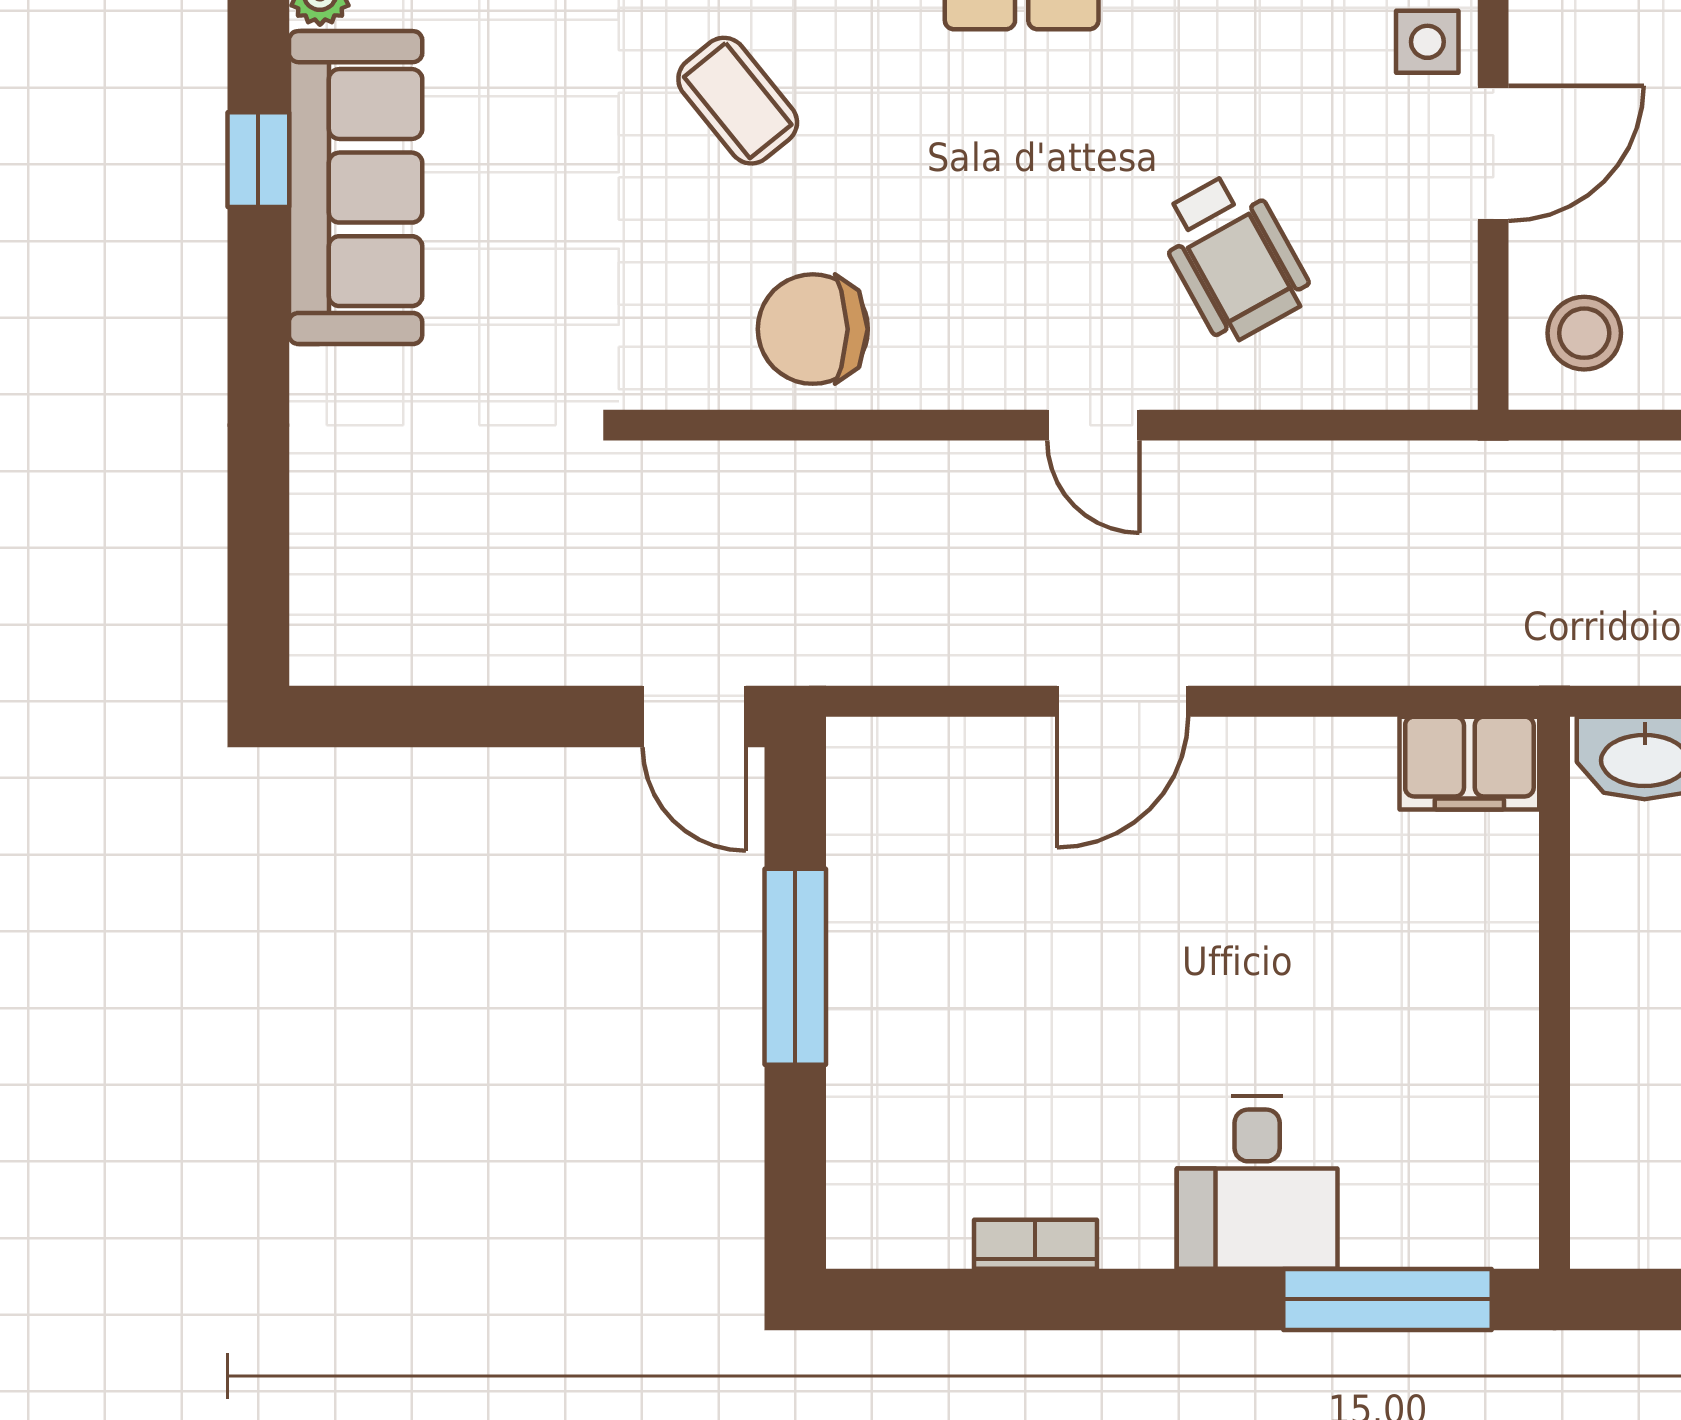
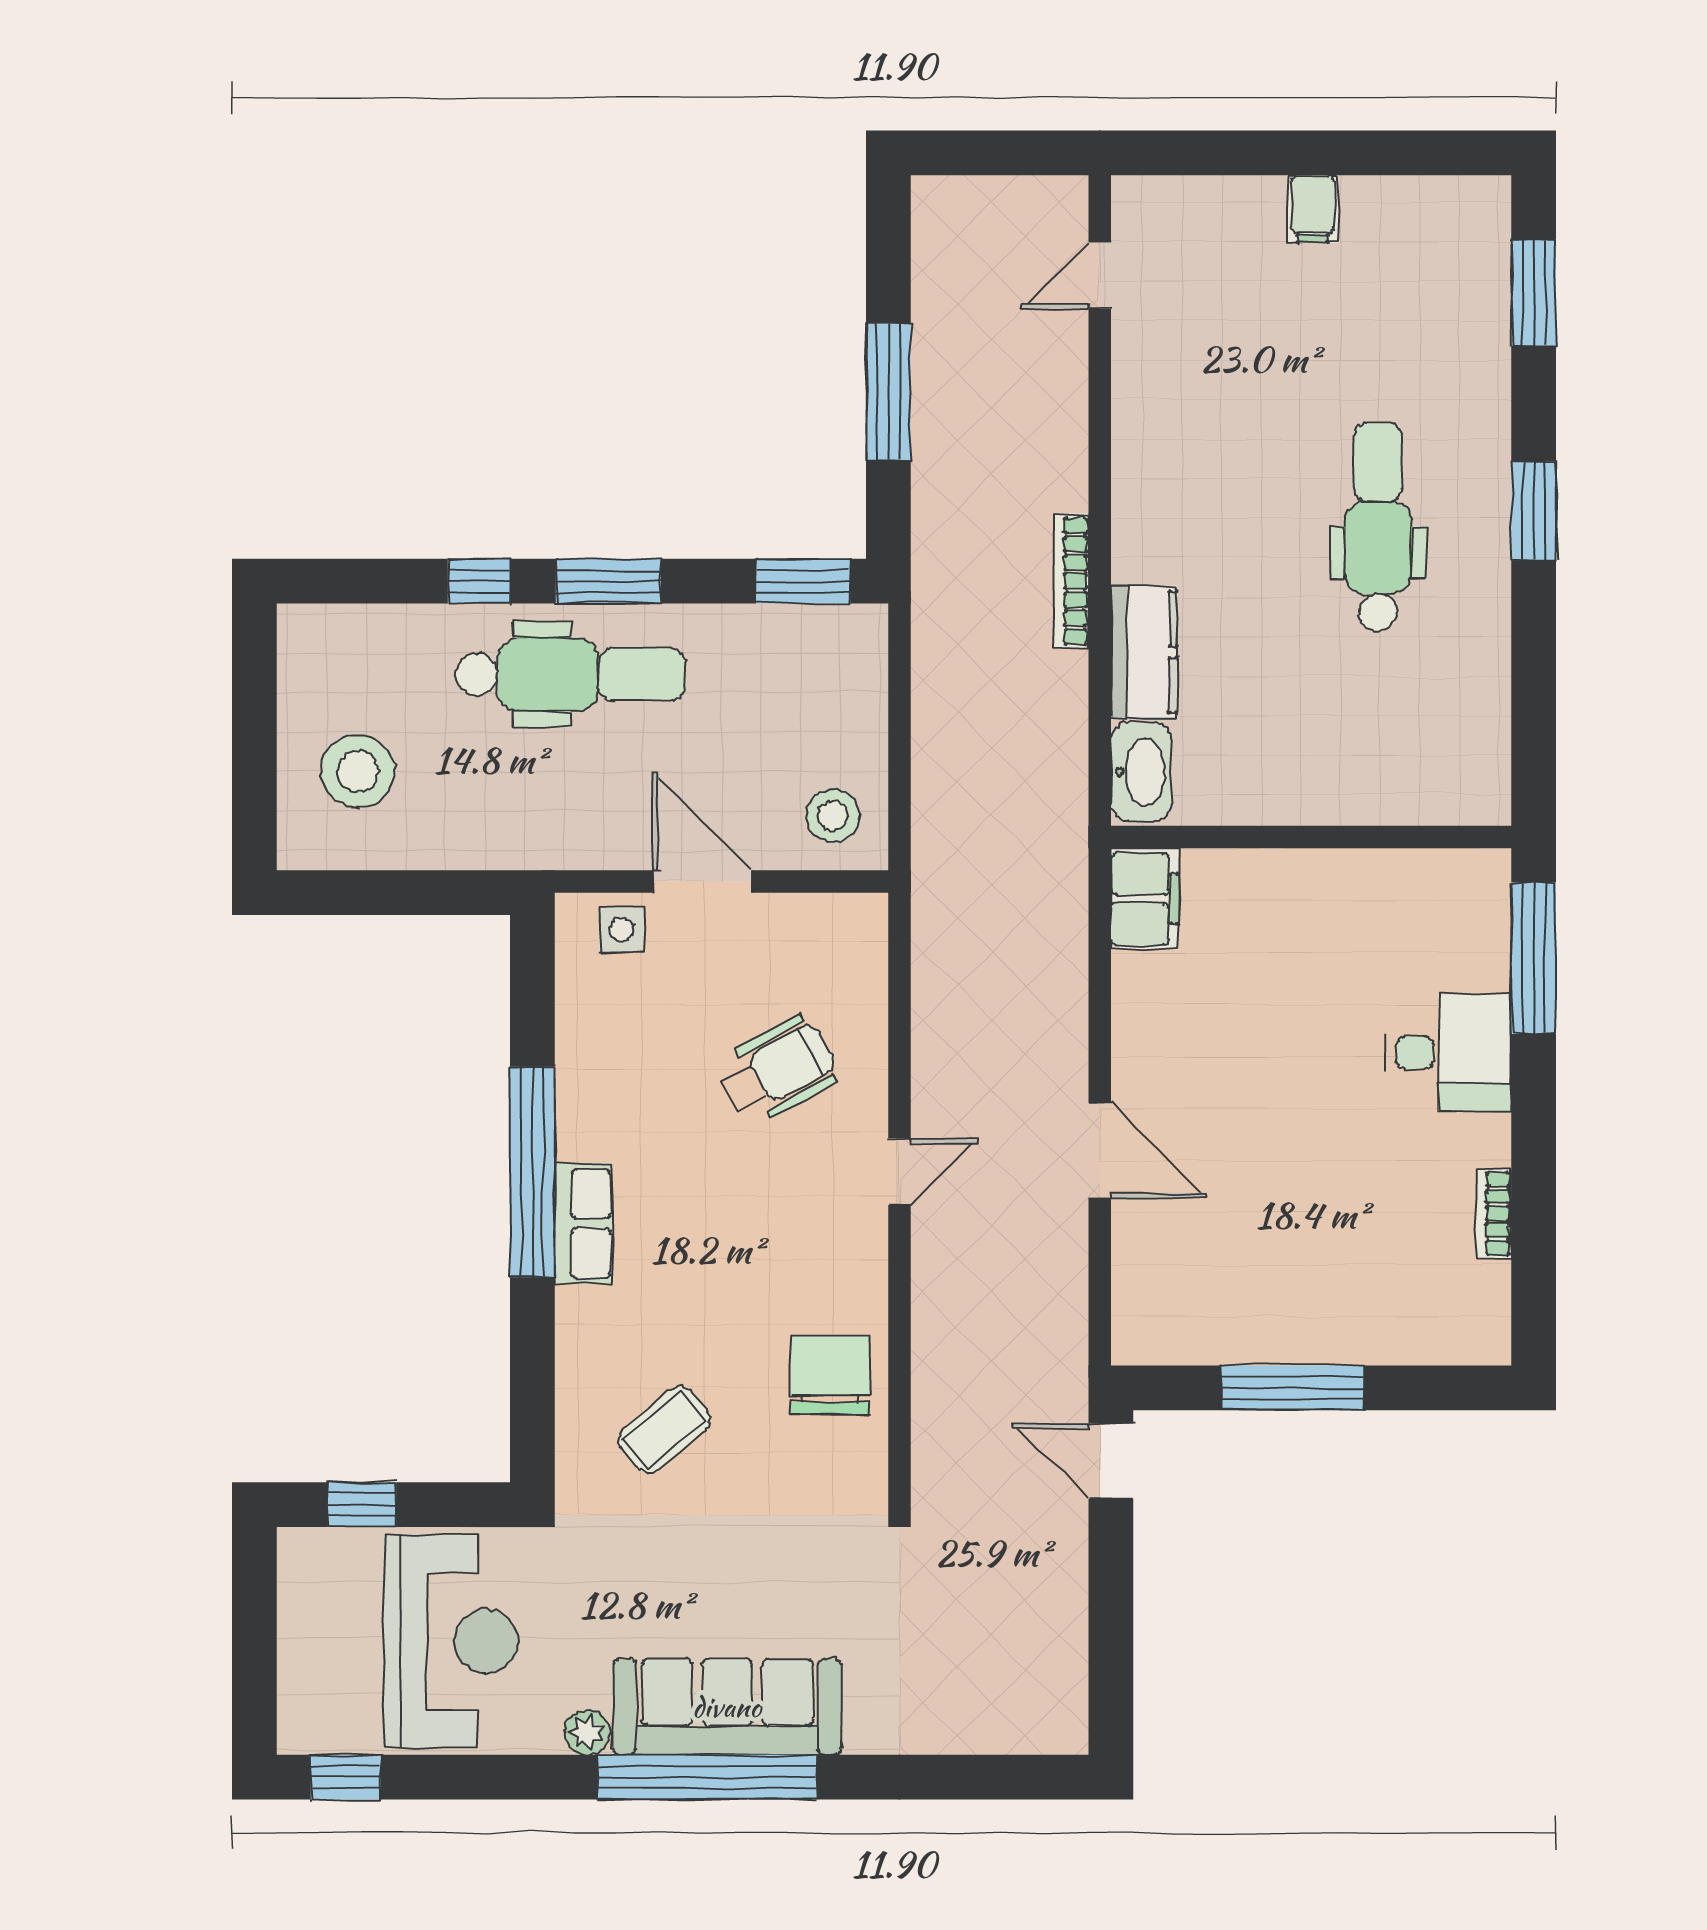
window: (258, 160) -> (707, 1777), width x3.17
chair: (813, 329) -> (830, 1375), turned 180
door: (694, 717) -> (1111, 1461), swing flipped

